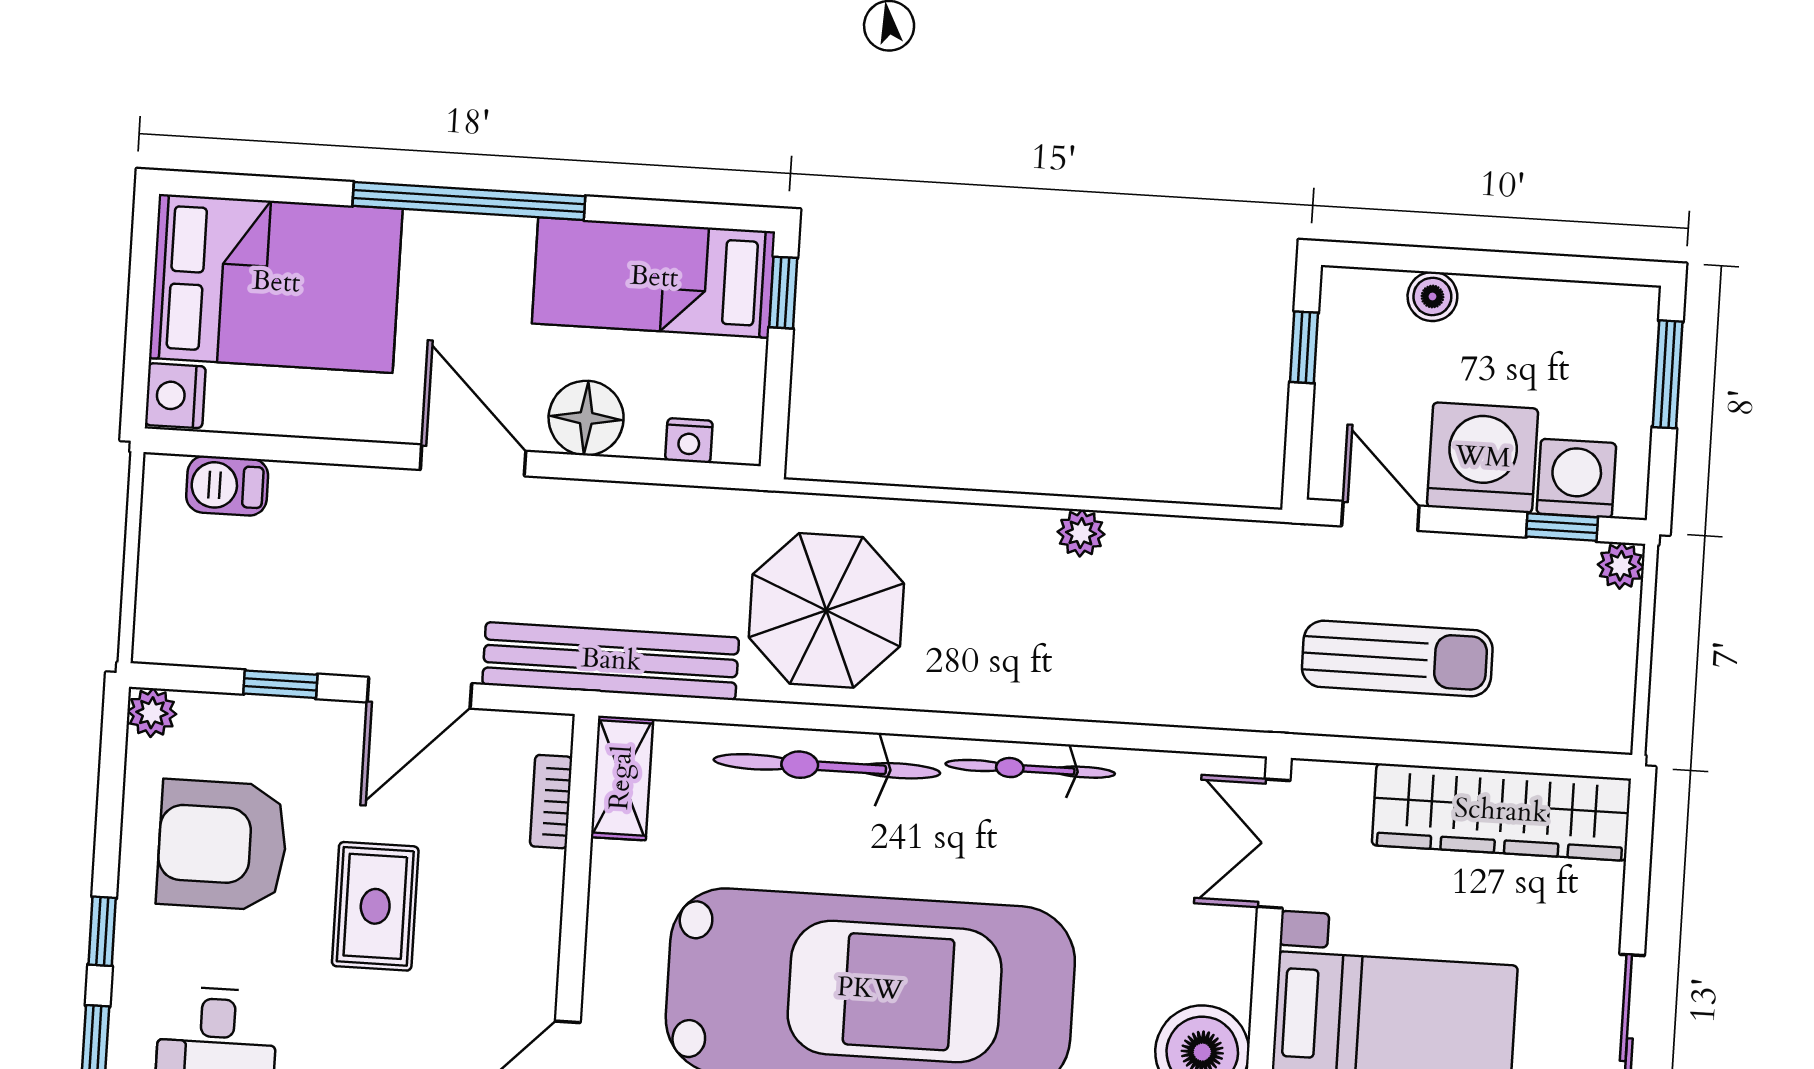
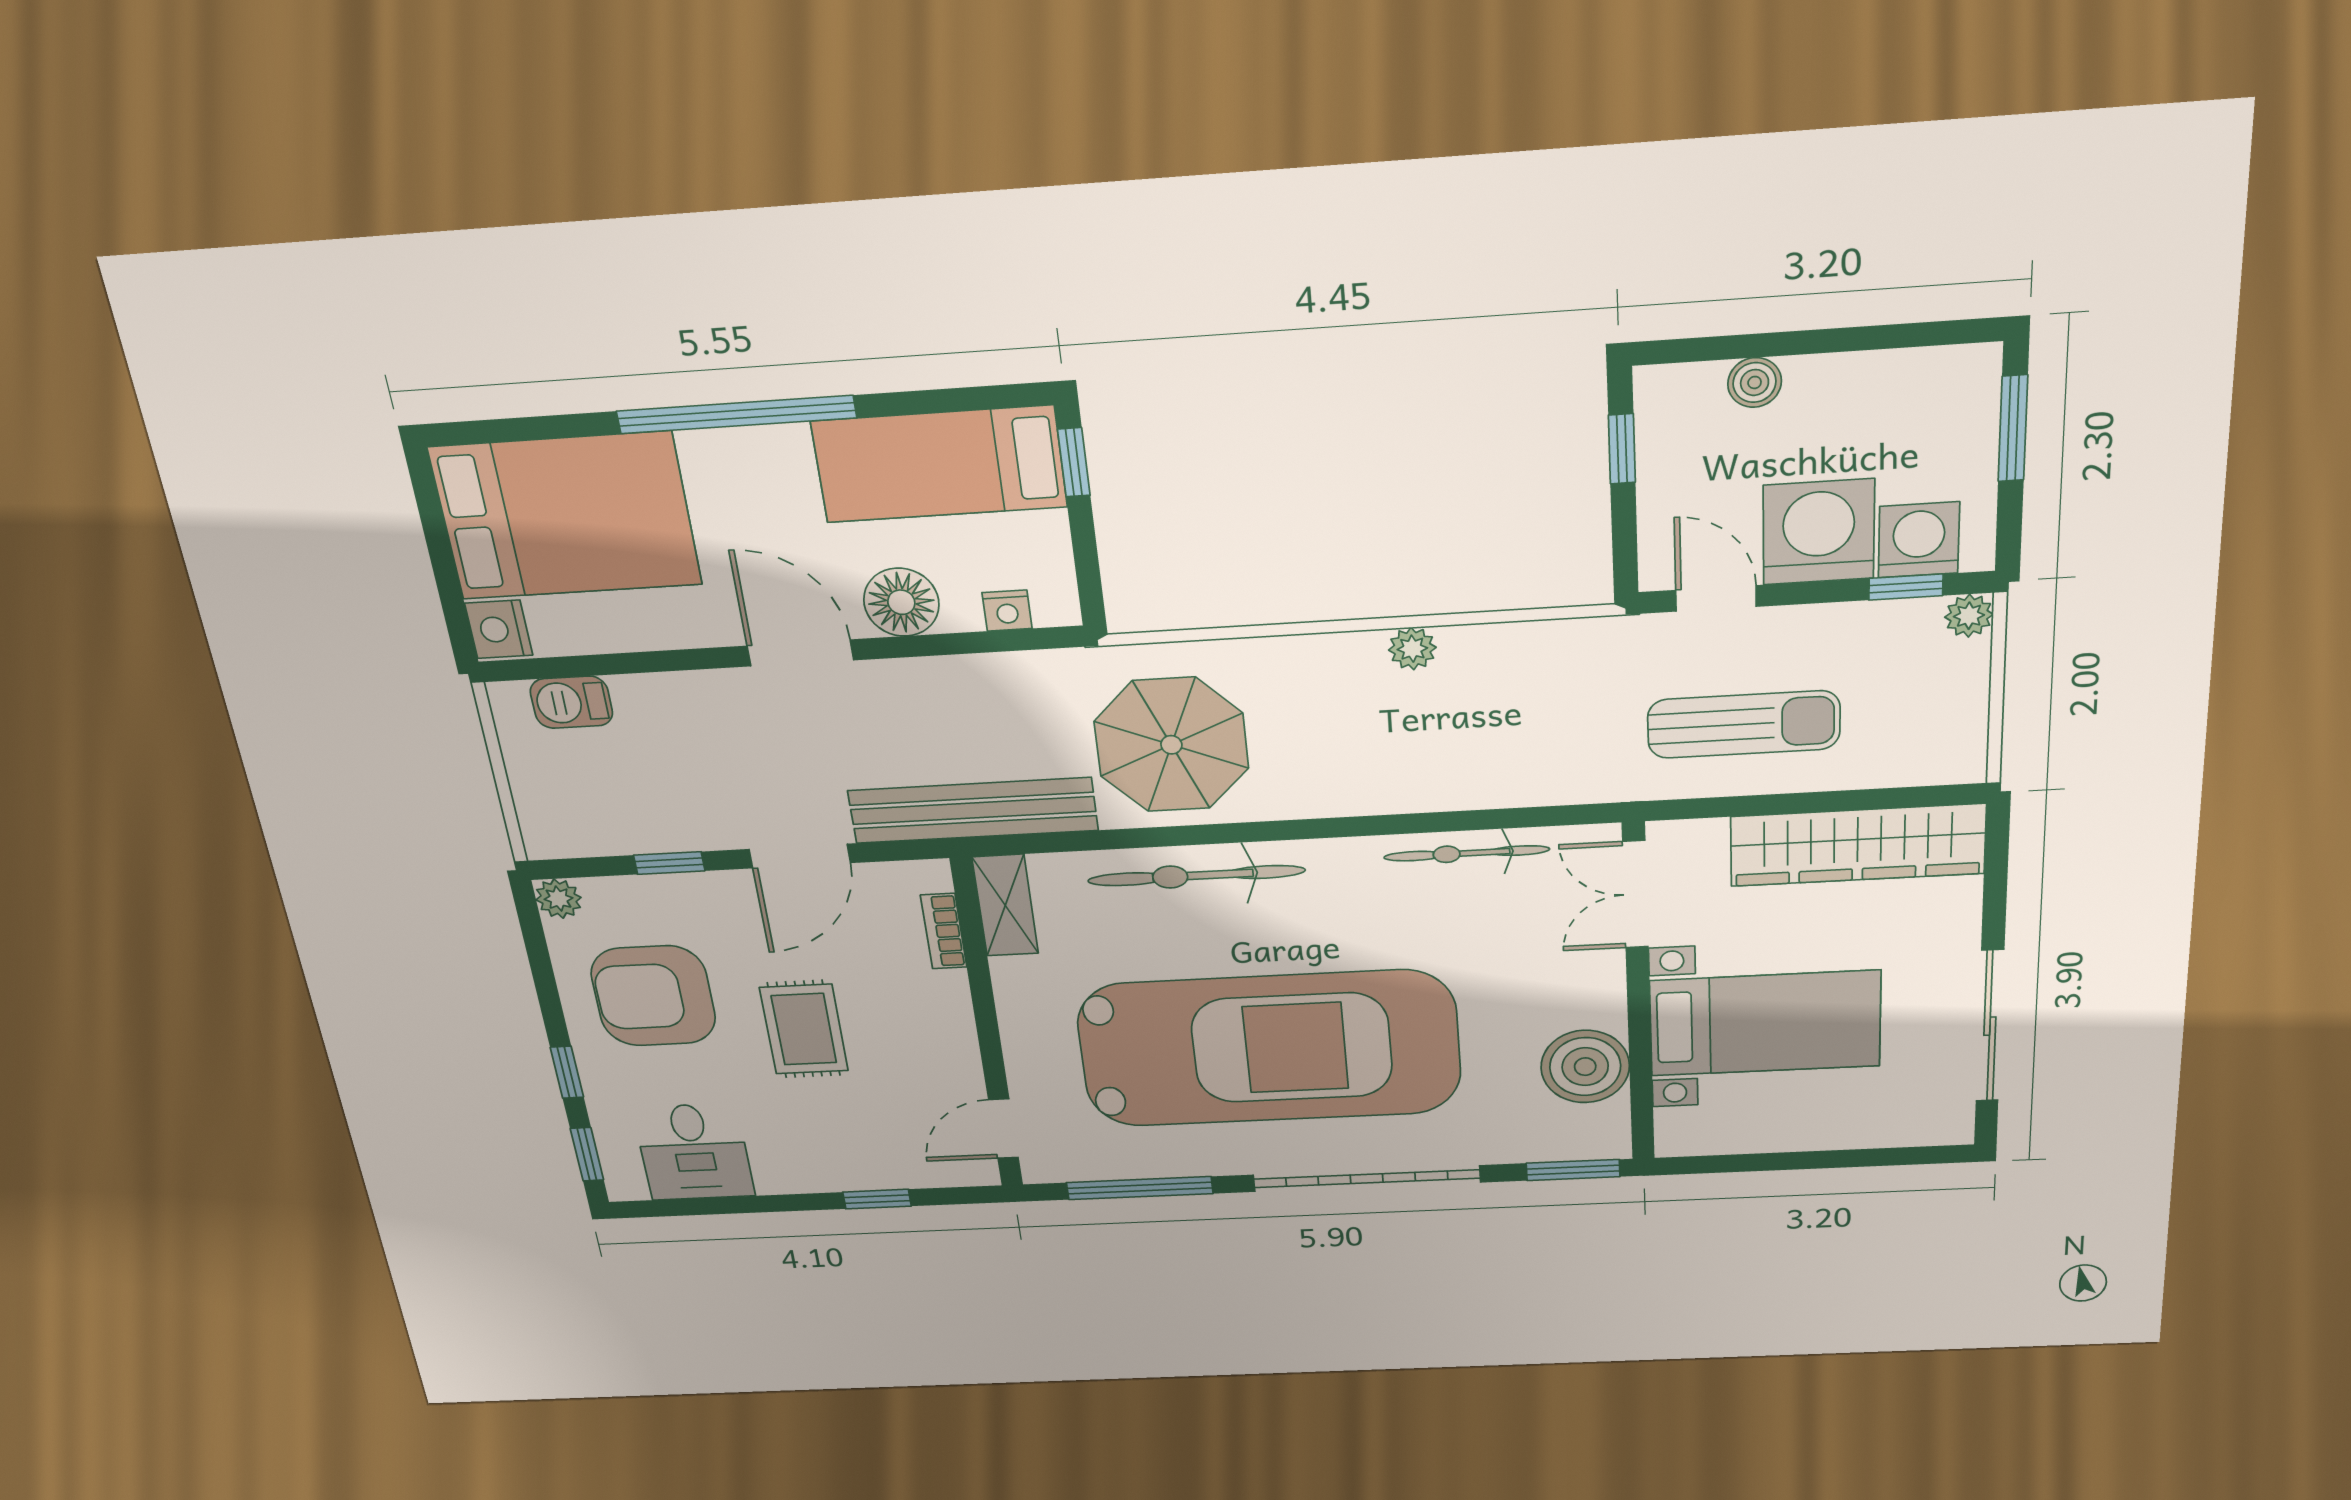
bicycle: (1030, 769) -> (1467, 853), moved

